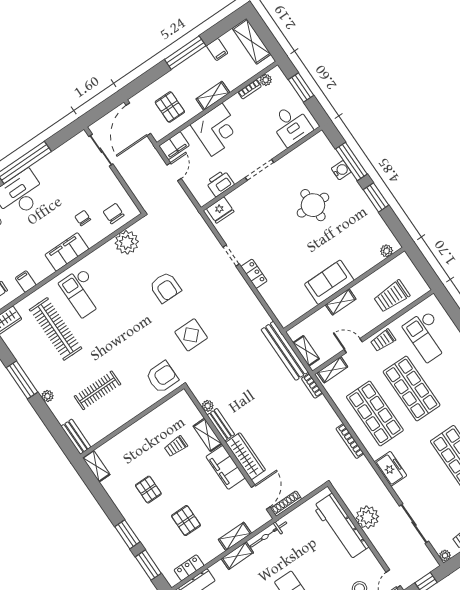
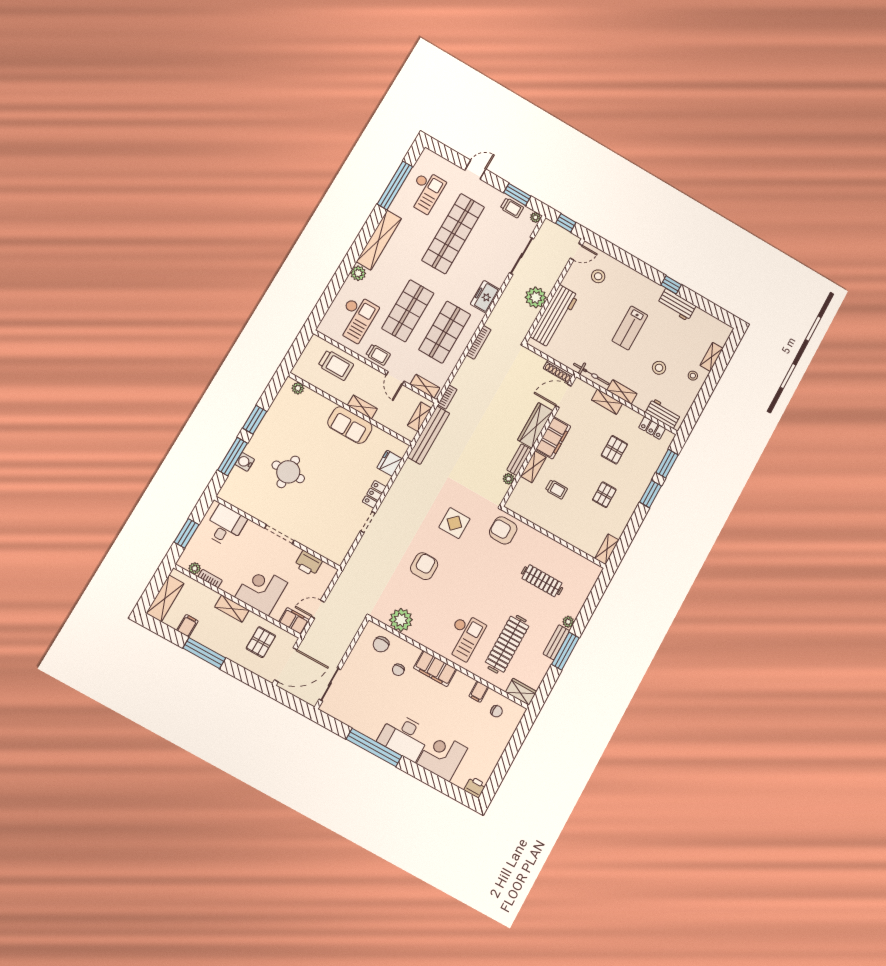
fridge: (220, 210) -> (390, 463), moved, turned -90
bench: (76, 437) -> (556, 642), moved

